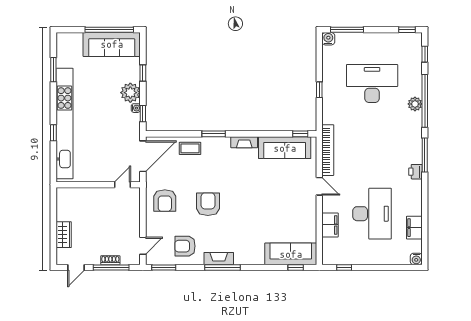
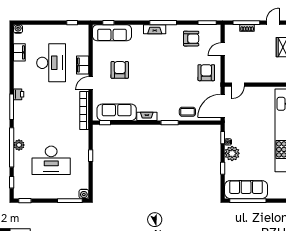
door: (319, 186) -> (91, 83), hinge flipped
armchair: (208, 204) -> (120, 70), moved, turned 180
desk: (372, 214) -> (51, 63), turned 180
filing cabinet: (330, 225) -> (83, 65), moved
door: (143, 246) -> (223, 49), moved
fireplace: (219, 259) -> (155, 29), moved

